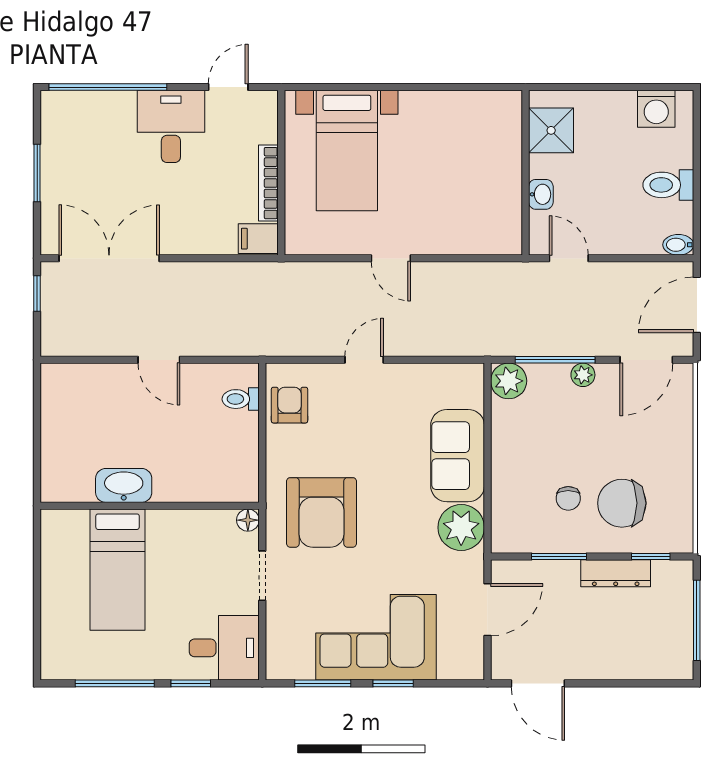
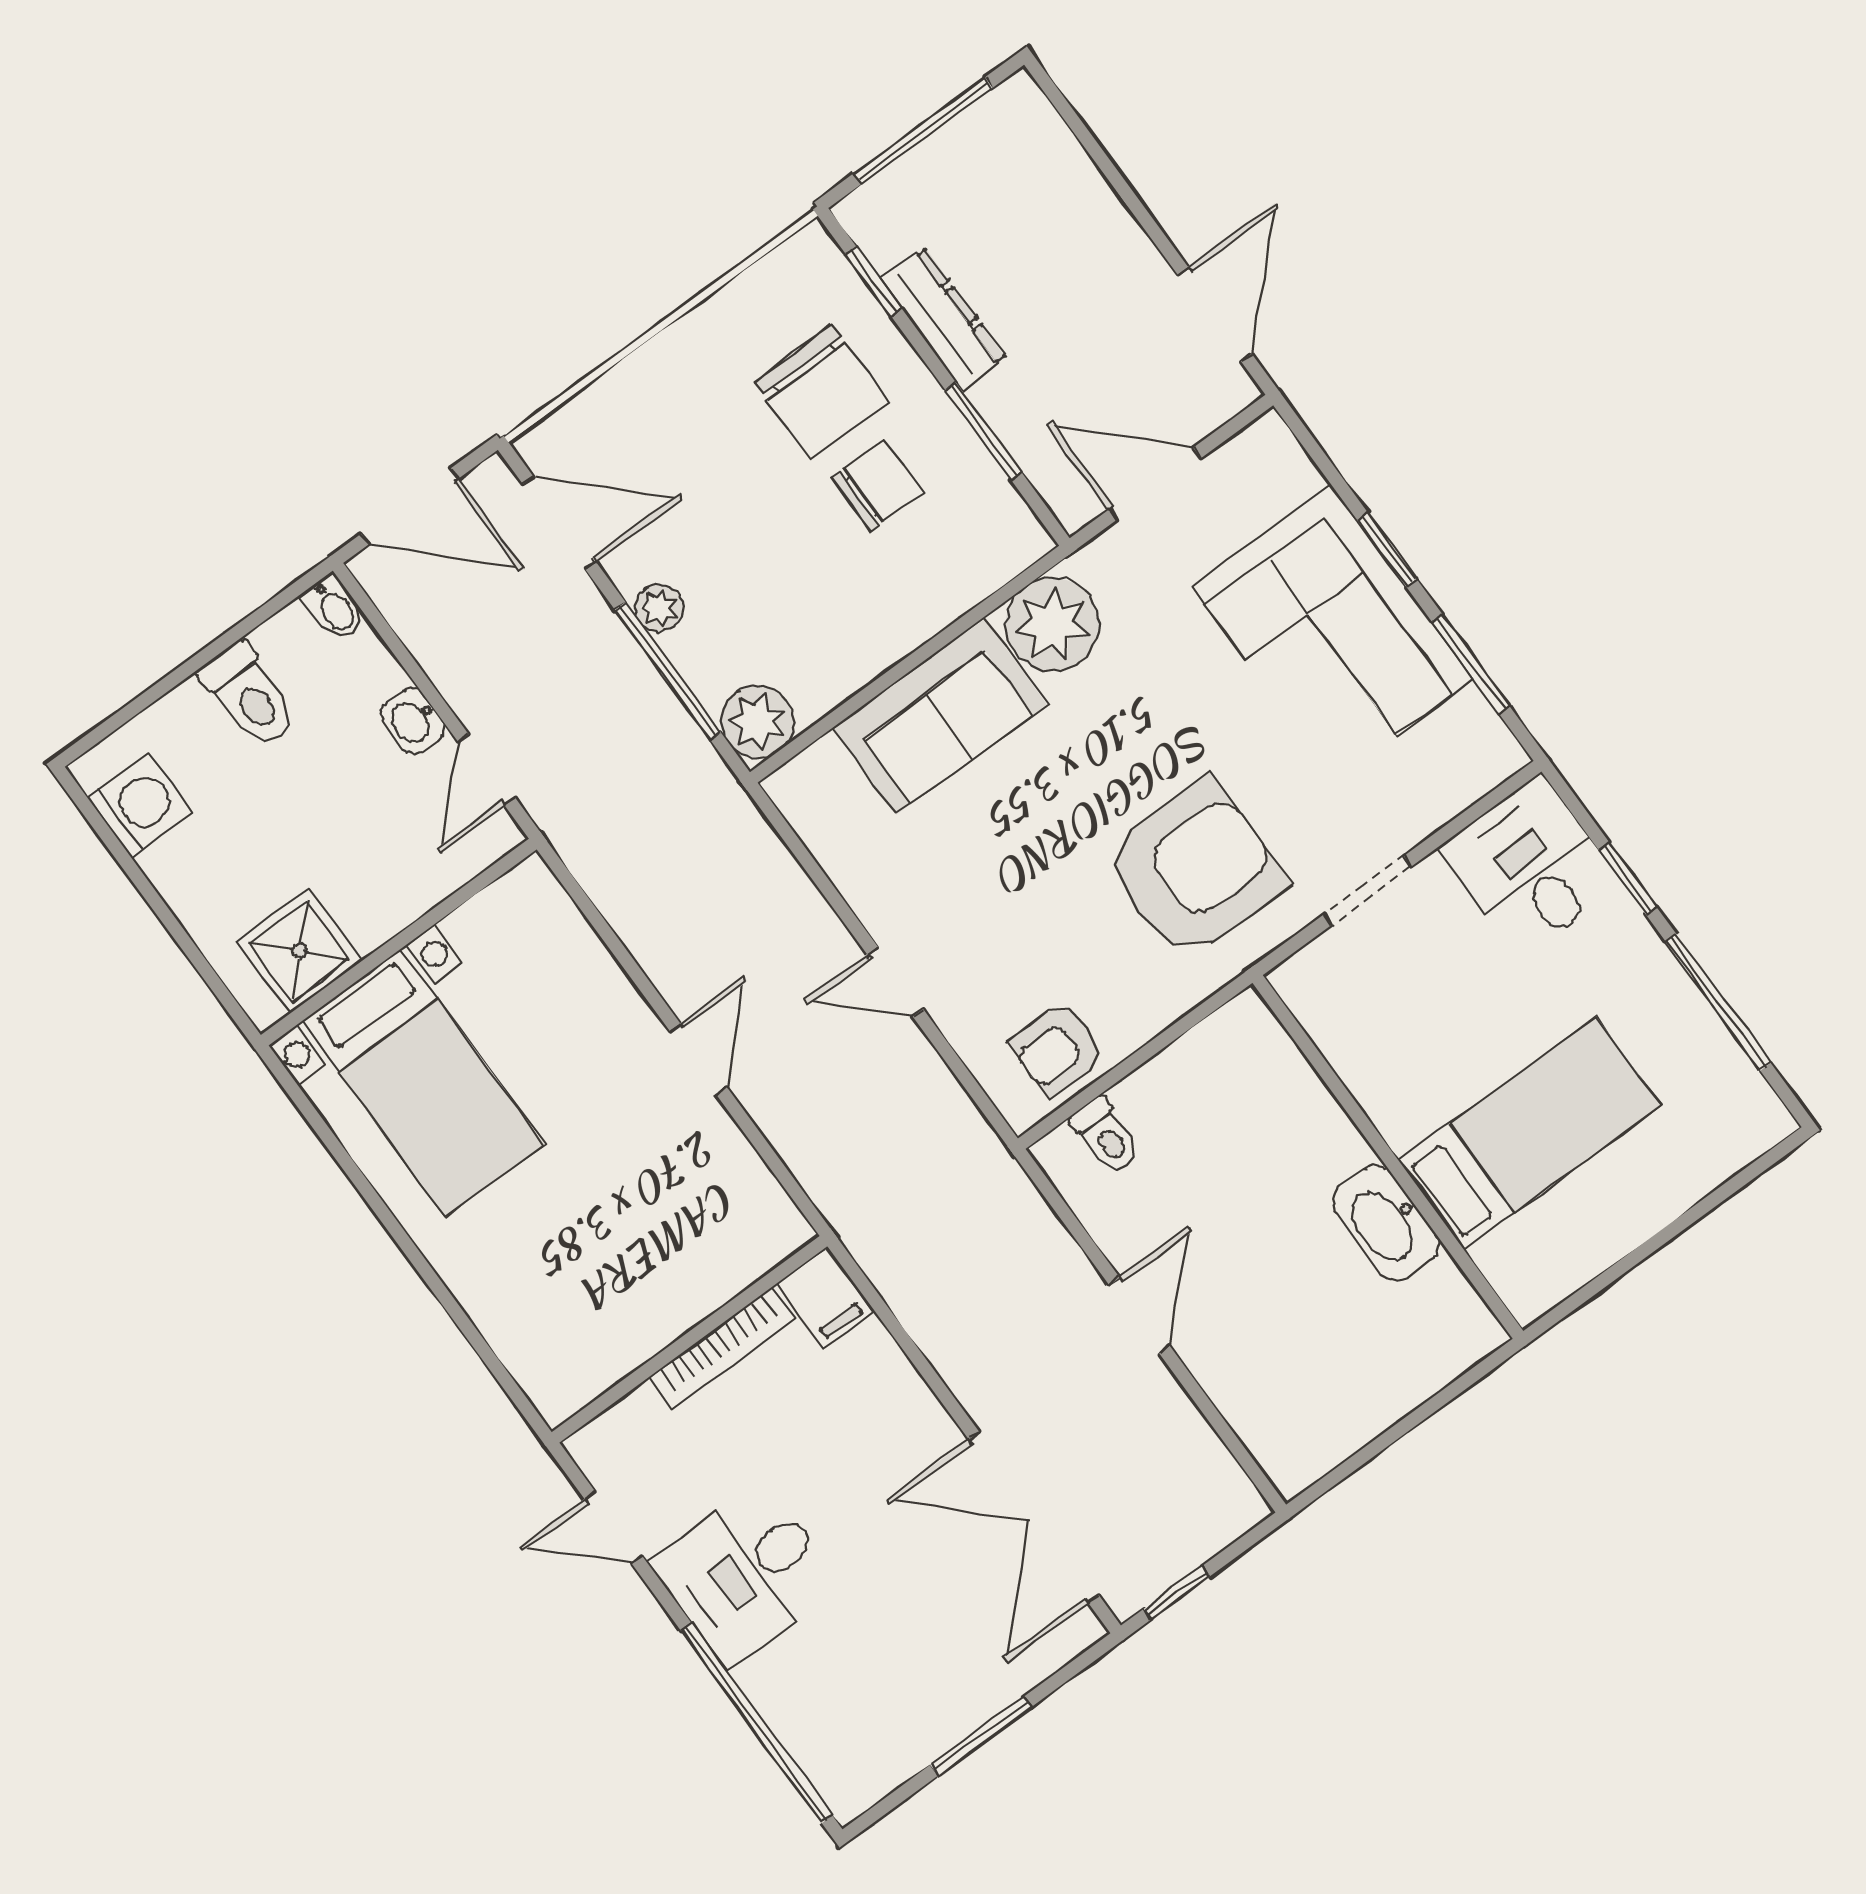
bed with nightstands: (347, 150) -> (423, 1083), moved, turned 90
washbasin: (541, 194) -> (412, 721), moved, turned -90
chair: (568, 498) -> (878, 485), width x1.37, depth x1.37
floor lamp: (248, 520) -> (1294, 980), removed

